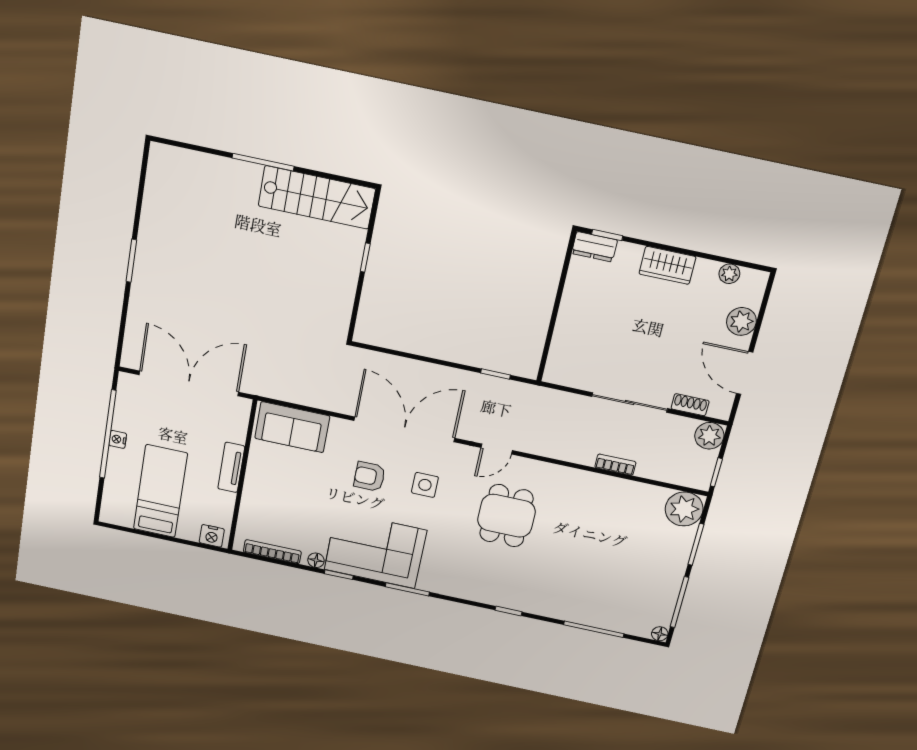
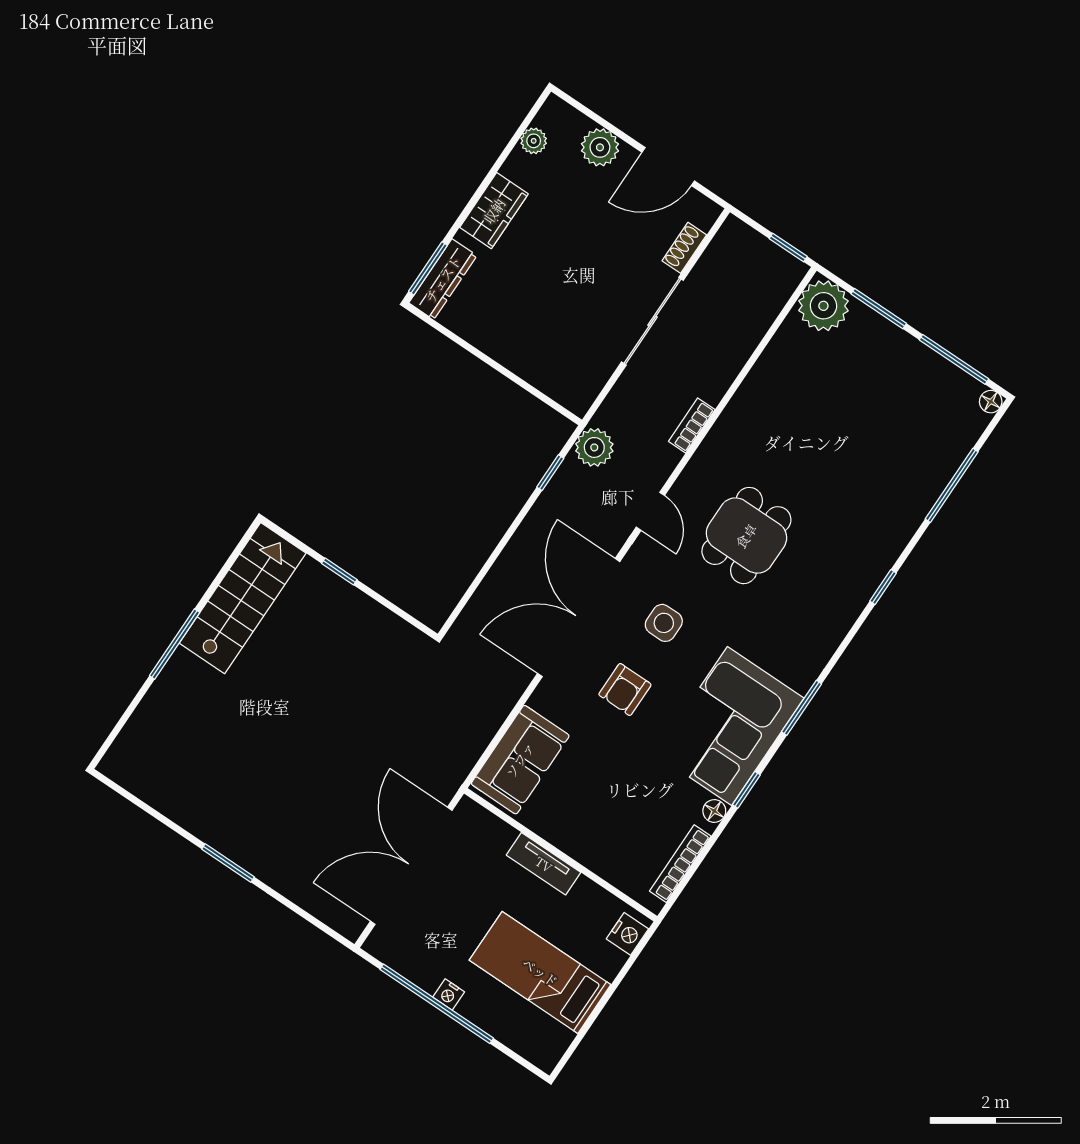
window: (607, 235) -> (428, 268), width x1.50
dresser: (594, 247) -> (443, 279), width x1.44
plant: (709, 436) -> (594, 447), moved
bookcase: (615, 465) -> (692, 425), moved
dining table: (506, 516) -> (746, 536), turned 90

